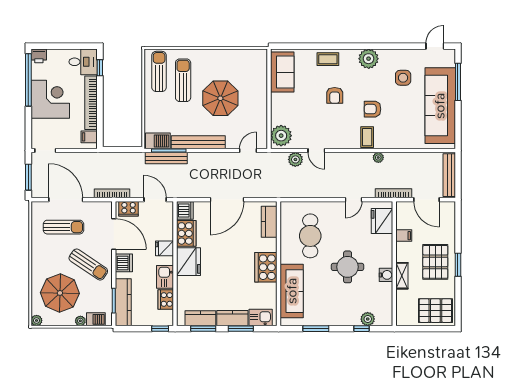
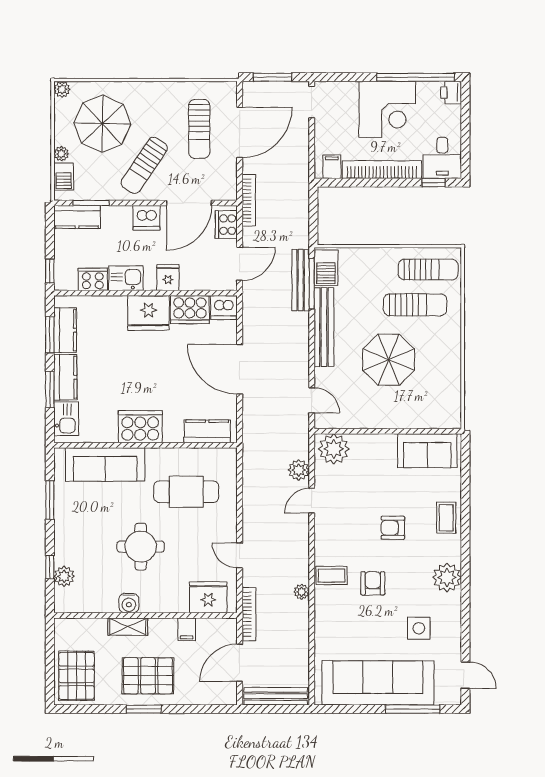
kitchen counter: (123, 302) -> (77, 217), width x0.67

